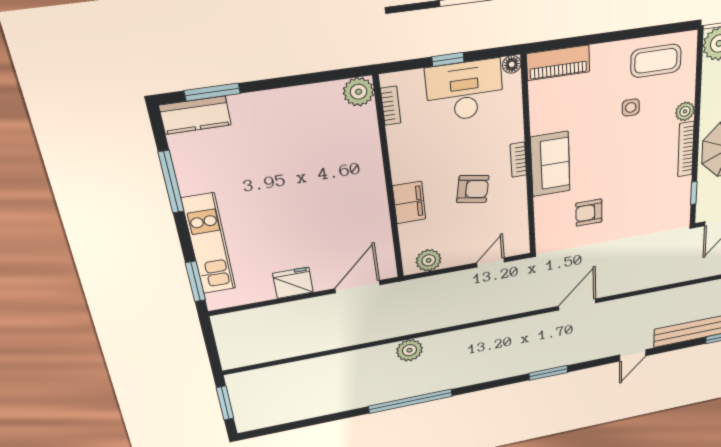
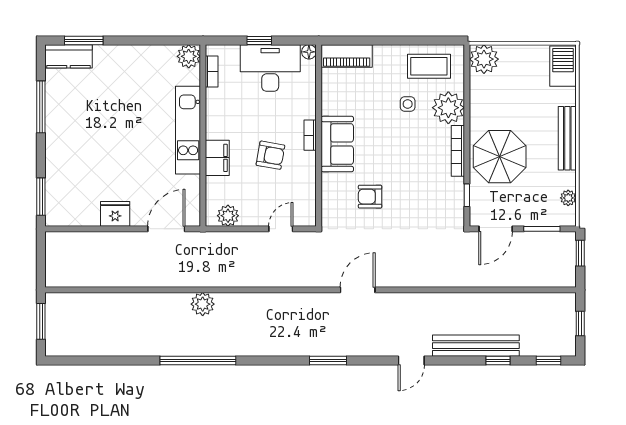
plant: (685, 111) -> (448, 108), width x1.88, depth x1.88
kitchen unit: (209, 244) -> (188, 130), moved, turned 180

